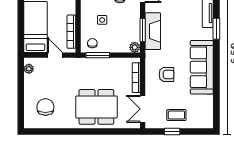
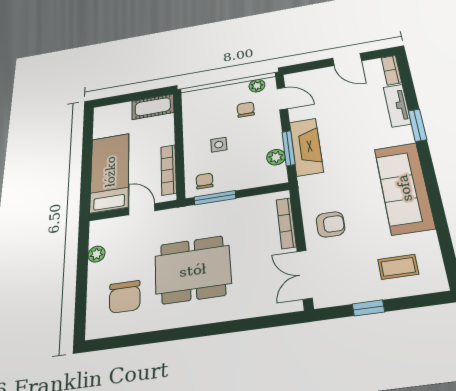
plant: (135, 47) -> (276, 157), moved
plant: (29, 69) -> (96, 254), moved
armchair: (167, 74) -> (330, 224), moved
chair: (45, 107) -> (125, 297), turned 180
dining table: (96, 107) -> (193, 270), moved
coffee table: (176, 115) -> (398, 267), moved

